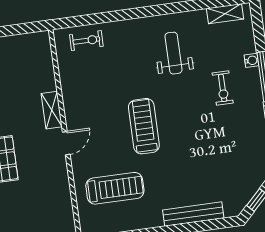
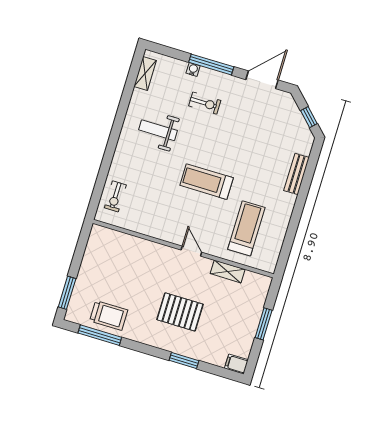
exercise bike: (86, 41) -> (115, 196), turned 180
shelving: (52, 110) -> (228, 271), moved
bench: (193, 214) -> (297, 174), width x0.73

